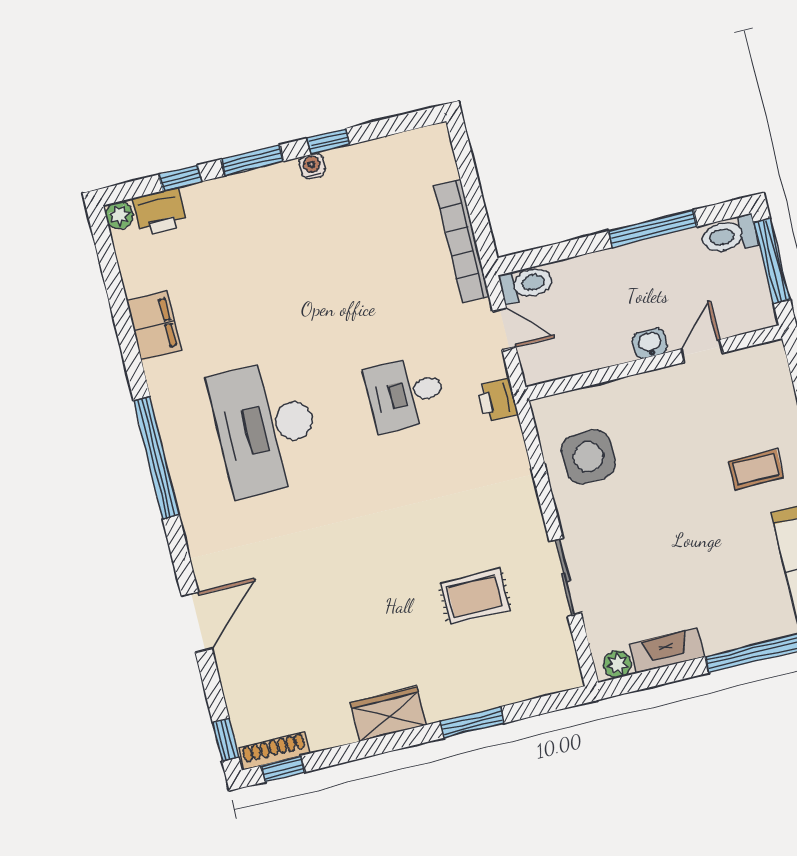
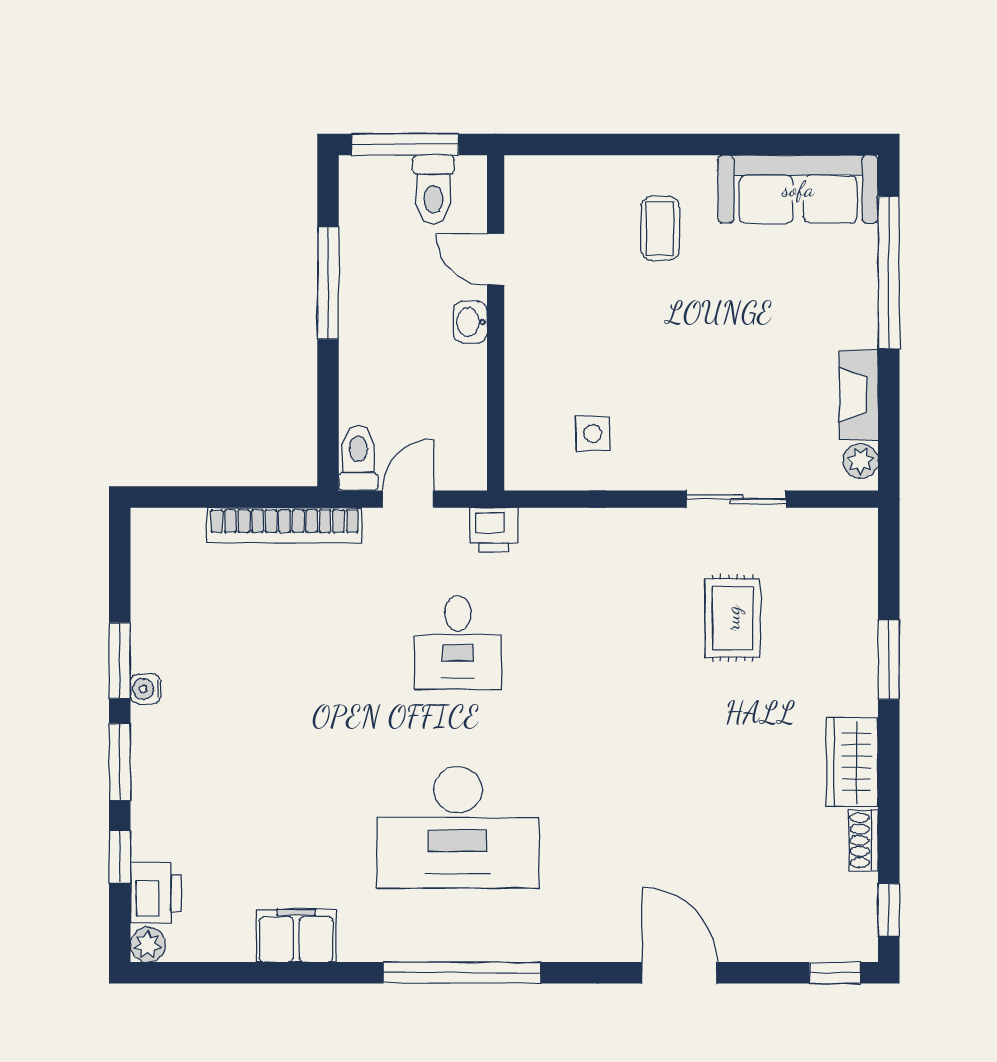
window: (329, 141) -> (120, 661), width x1.50
toilet: (729, 235) -> (433, 190), moved
side table: (588, 457) -> (593, 434), width x0.54, depth x0.54
shoe rack: (274, 751) -> (863, 840), moved, width x0.70

